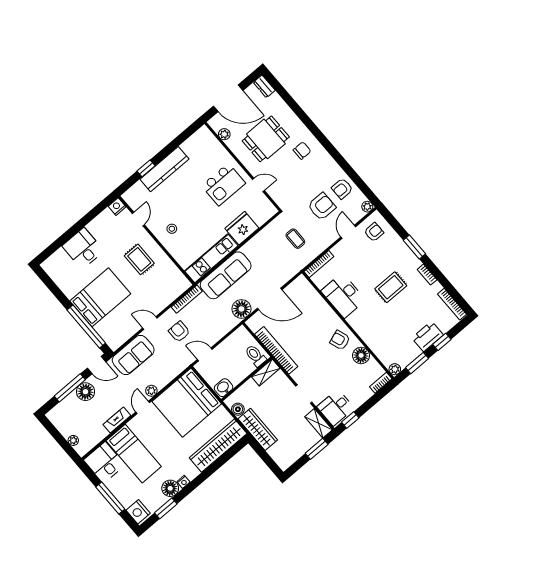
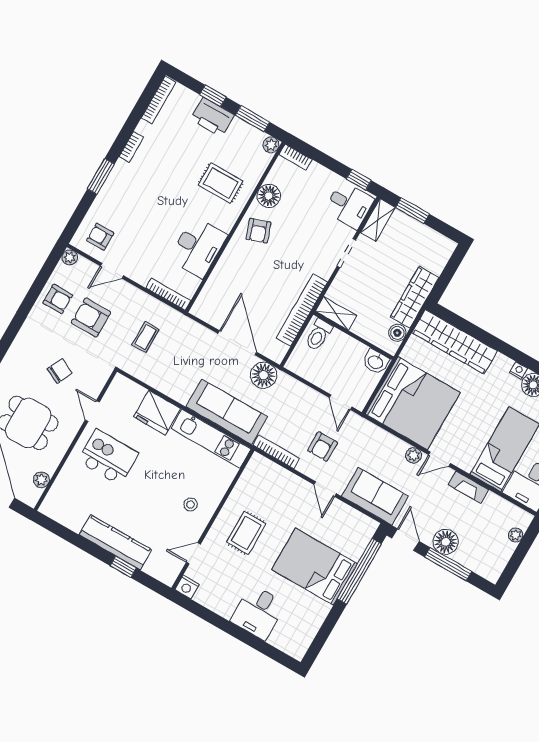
chair: (302, 151) -> (60, 371), moved, turned 116
rug: (391, 287) -> (221, 183), moved

